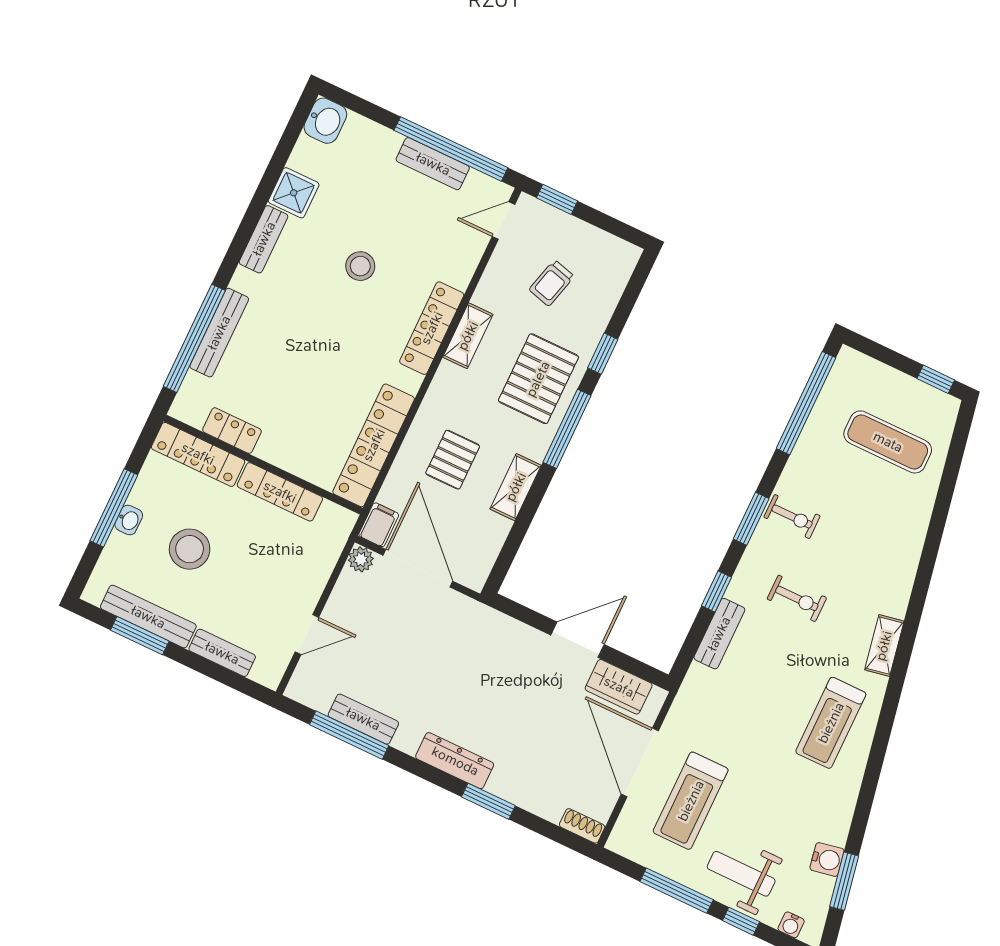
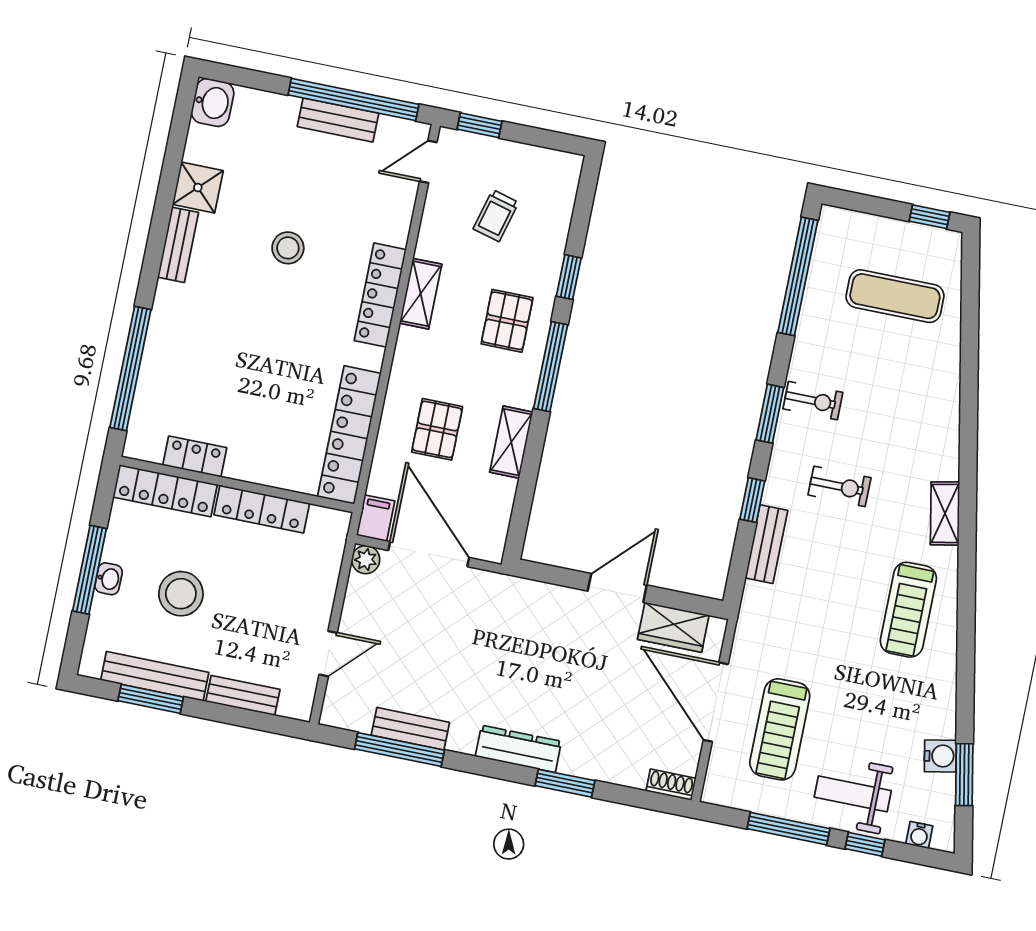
bench: (219, 333) -> (155, 356), removed
pallet: (538, 379) -> (507, 321), width x0.67, depth x0.71

